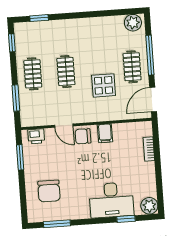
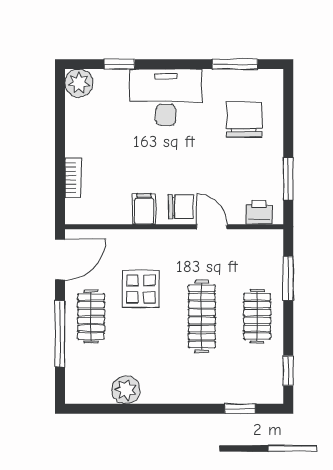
plant: (133, 23) -> (126, 390), moved
clothes rail: (66, 72) -> (202, 316), width x1.36
desk: (111, 200) -> (166, 97), moved

